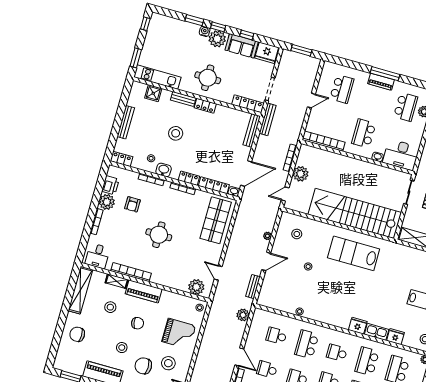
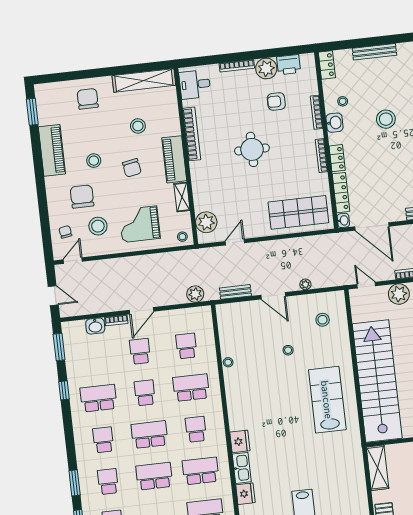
shelving: (117, 281) -> (182, 197), moved
grand piano: (179, 334) -> (140, 224), turned 90

